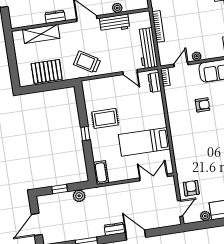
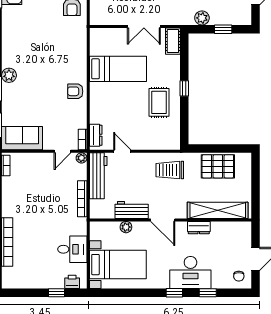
shelving: (41, 34) -> (218, 210), width x1.47
plant: (197, 56) -> (81, 158), moved
trolley: (87, 62) -> (170, 170), turned 149
armchair: (202, 105) -> (75, 91), moved
rug: (105, 118) -> (159, 102), turned 90
double door: (154, 177) -> (144, 26), moved

